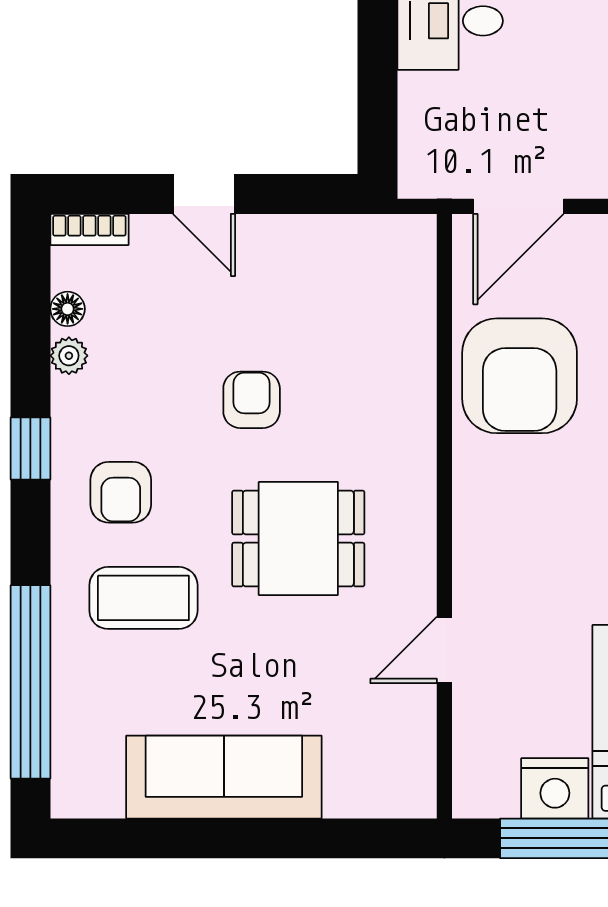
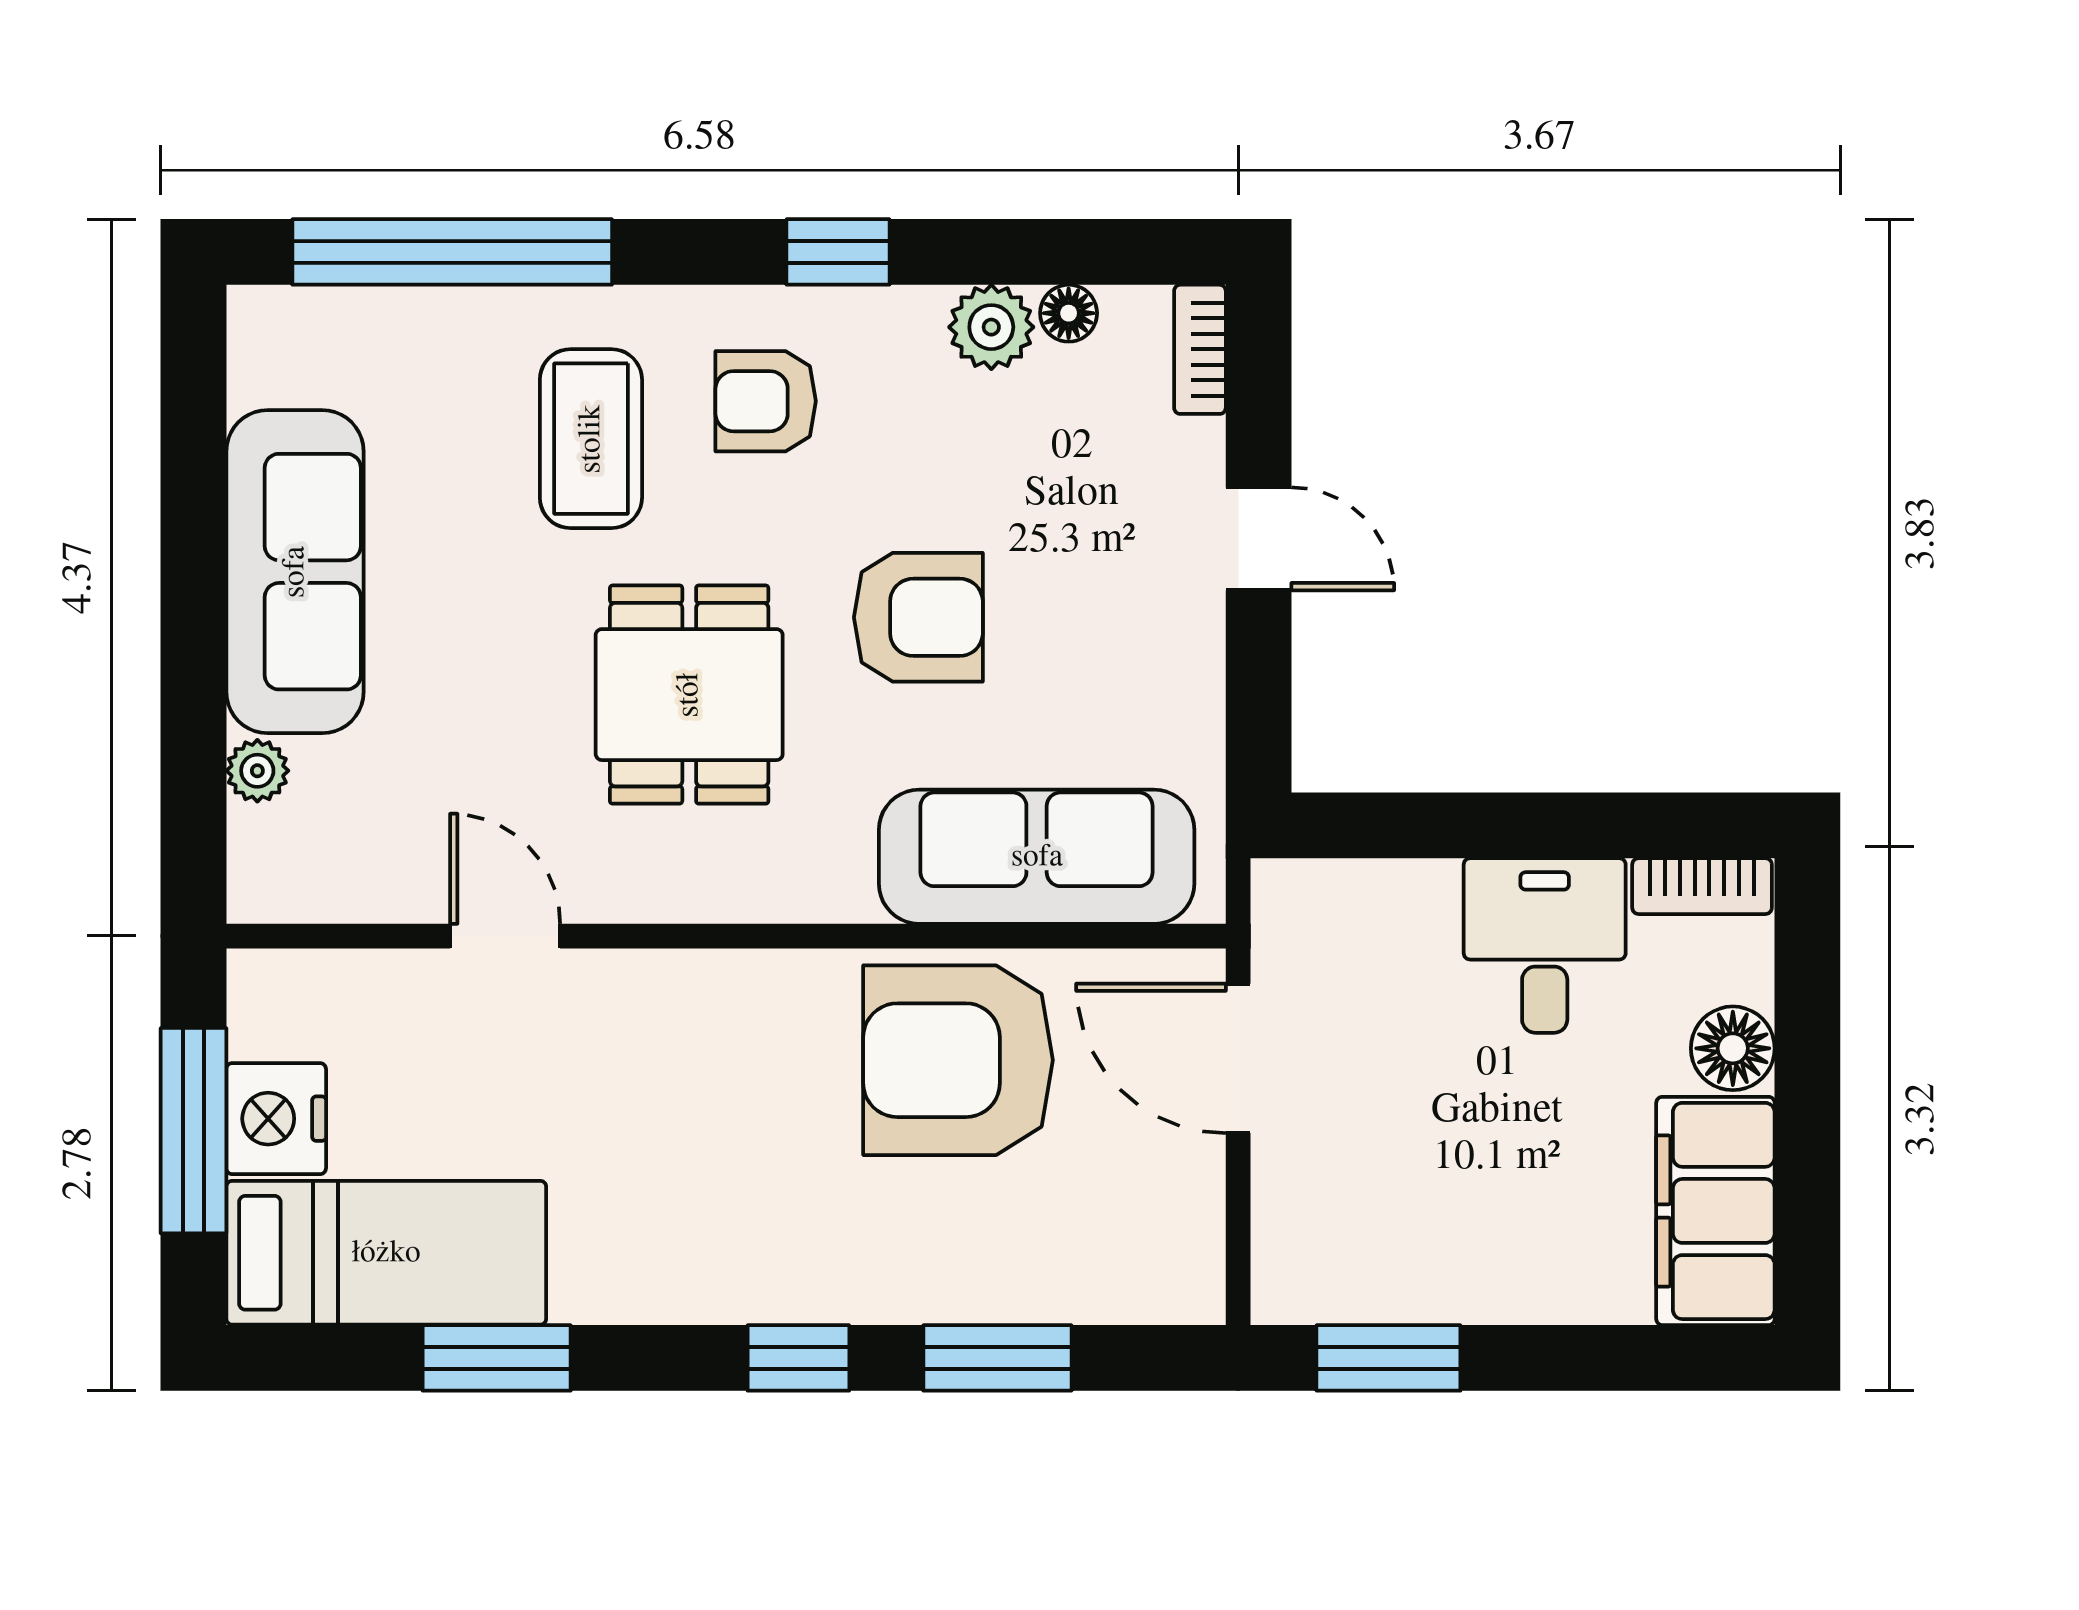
door: (204, 194) -> (1259, 539), swing flipped
sofa: (396, 328) -> (1037, 857), added
plant: (69, 356) -> (991, 327), width x1.38, depth x1.38
armchair: (252, 400) -> (918, 617), width x1.38, depth x1.38
plant: (344, 800) -> (257, 771), added

